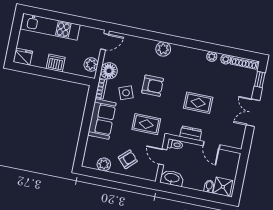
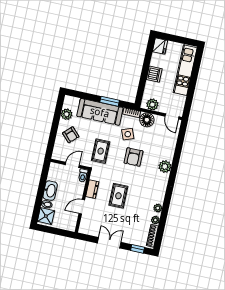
window: (88, 115) -> (110, 101), added
sofa: (102, 119) -> (100, 112), width x1.36
washbasin: (172, 178) -> (50, 191), moved

